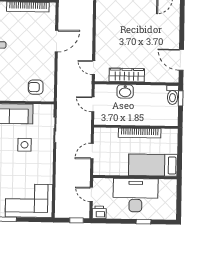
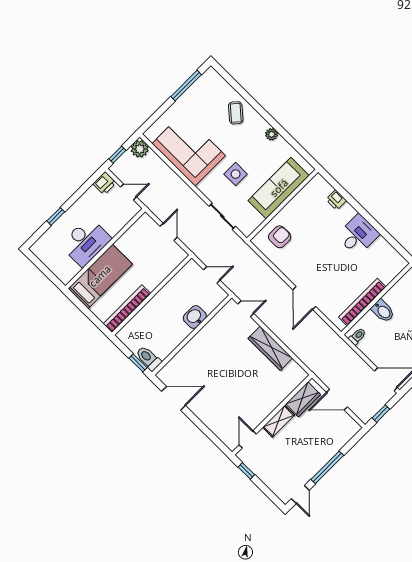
wardrobe: (127, 75) -> (270, 348), moved, turned 90
bookcase: (140, 133) -> (127, 309), moved
desk: (136, 195) -> (86, 242), width x0.73, depth x0.77
corner sofa: (29, 201) -> (189, 150), moved, turned -90
plant: (62, 211) -> (140, 149), added

